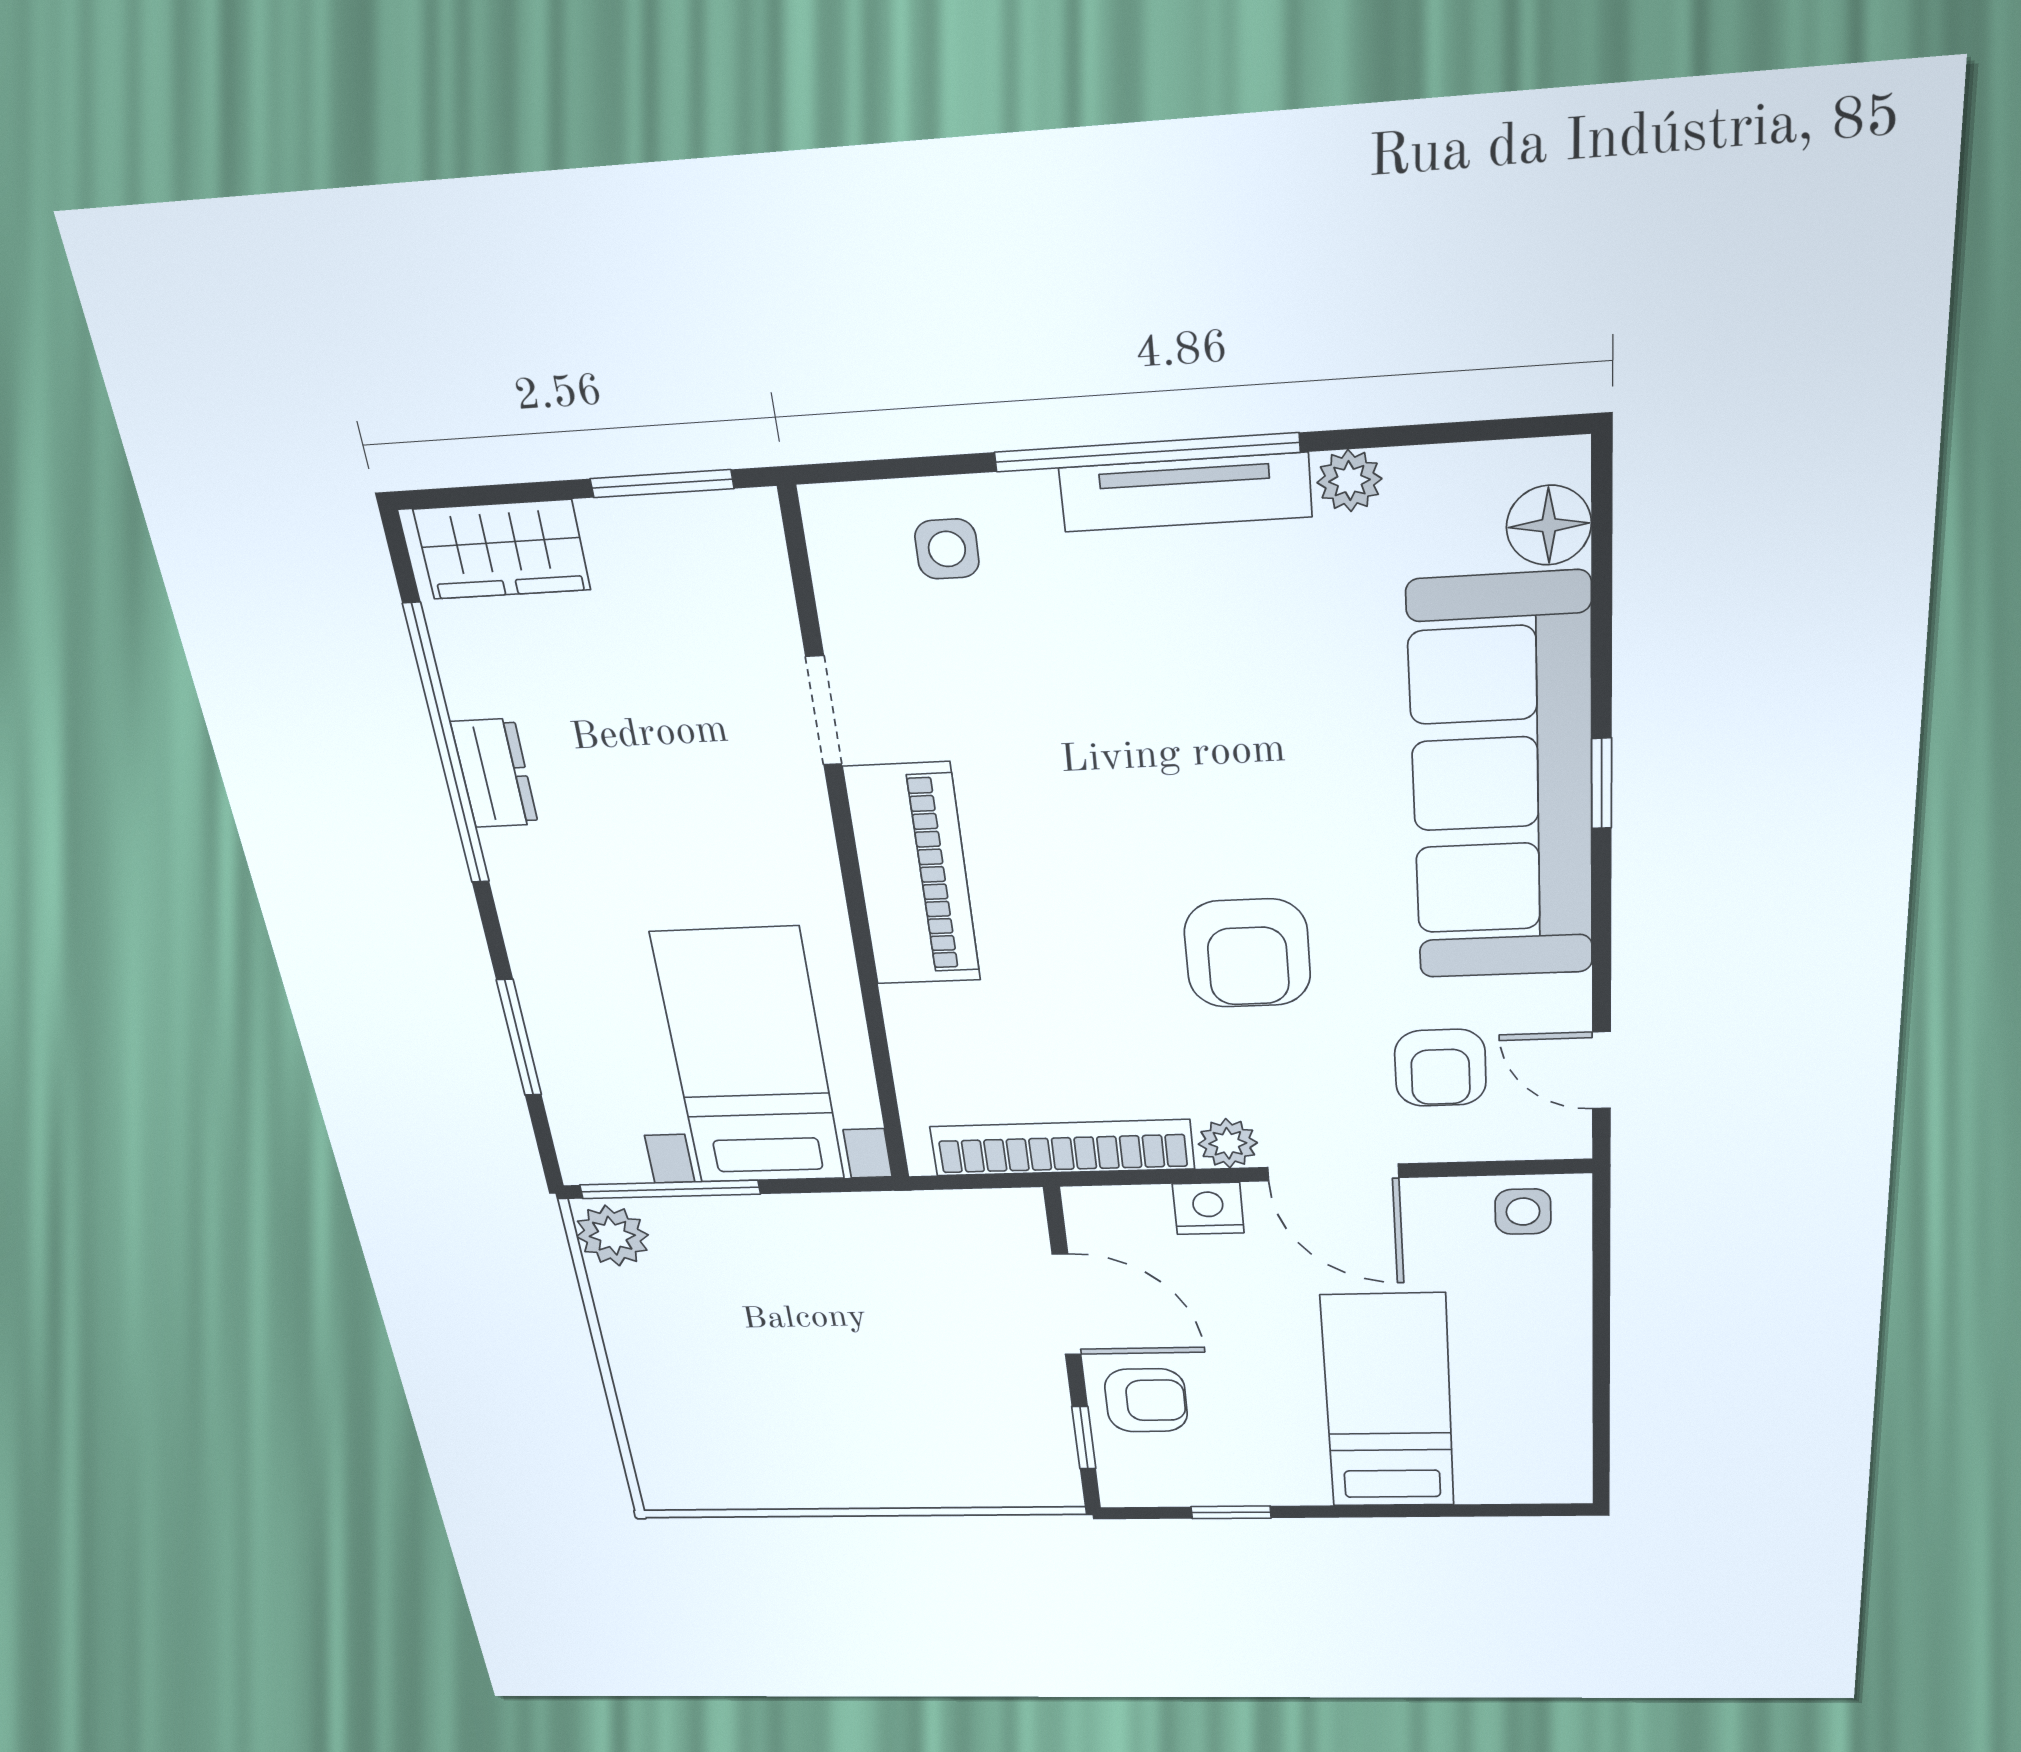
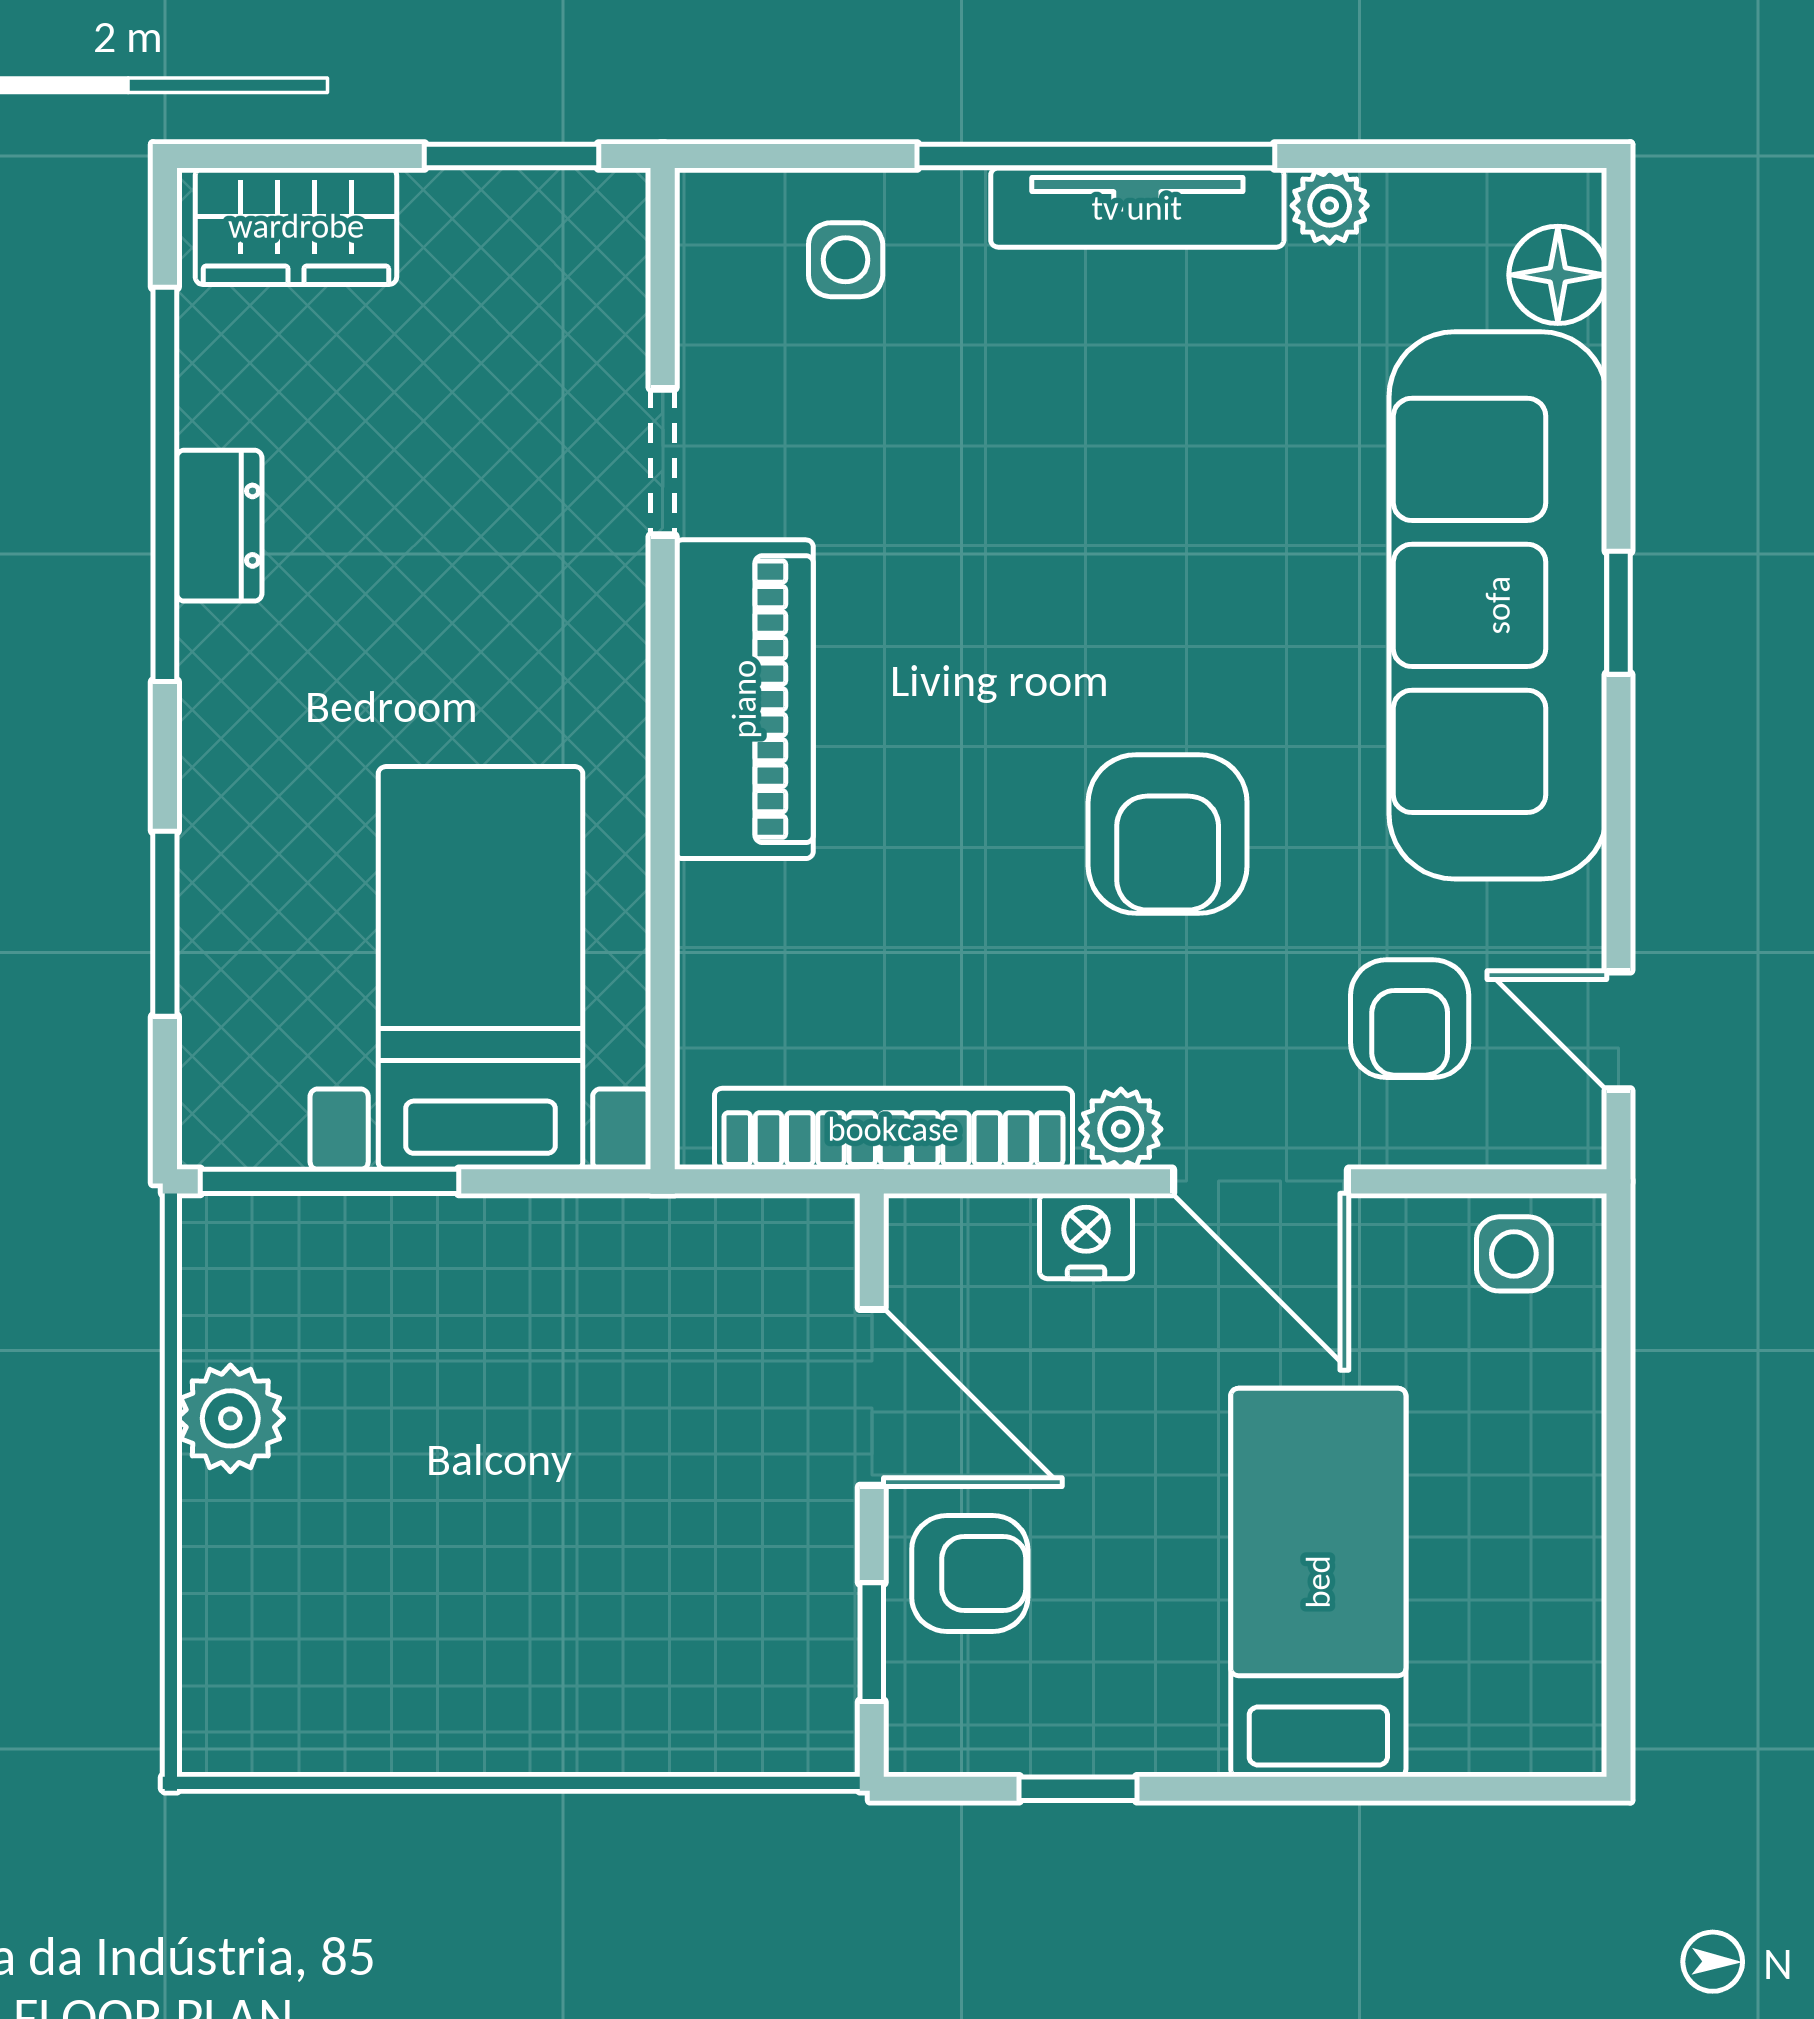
plant: (612, 1236) -> (230, 1418), moved

